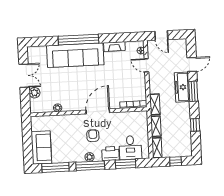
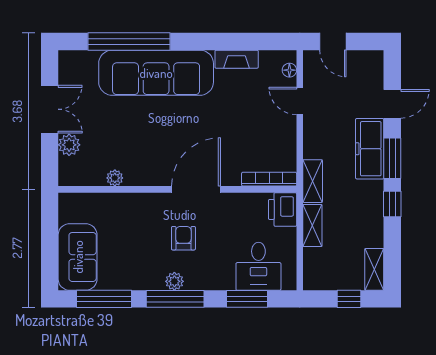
window: (78, 40) -> (129, 41), moved
window: (195, 125) -> (392, 204), moved
shelving: (157, 148) -> (374, 269), moved
printer: (110, 154) -> (283, 209), moved, turned -90

